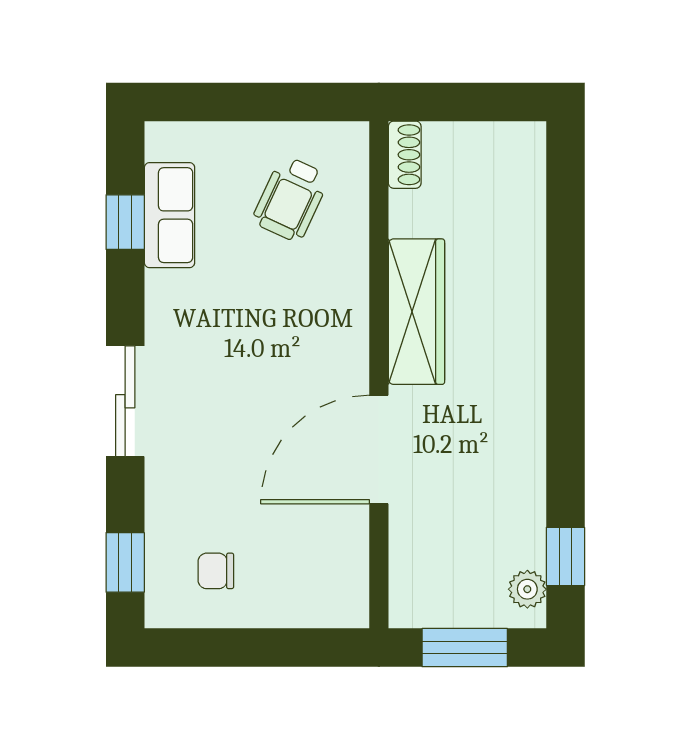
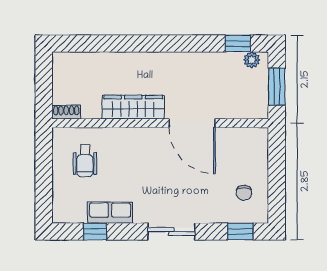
wheelchair: (291, 199) -> (85, 161), turned 65
row of seats: (170, 215) -> (110, 213), moved

